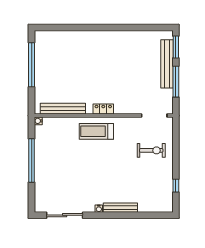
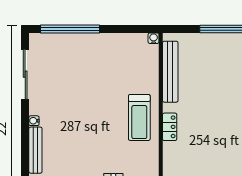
treadmill: (96, 131) -> (139, 117), turned 180
window: (32, 161) -> (70, 29), moved

